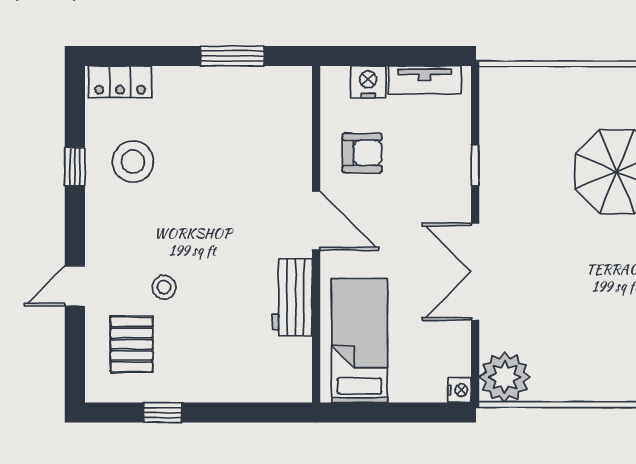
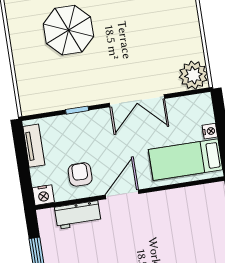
nightstand: (368, 82) -> (43, 195), moved, turned -90
workbench: (292, 297) -> (78, 215), moved
nightstand: (459, 390) -> (210, 131), moved, turned 90

